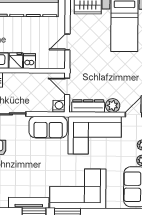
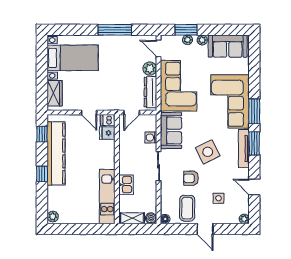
fridge: (16, 61) -> (107, 133), moved
dishwasher: (29, 61) -> (108, 120), moved
washing machine: (59, 106) -> (151, 137), moved
side table: (26, 165) -> (208, 152), added

